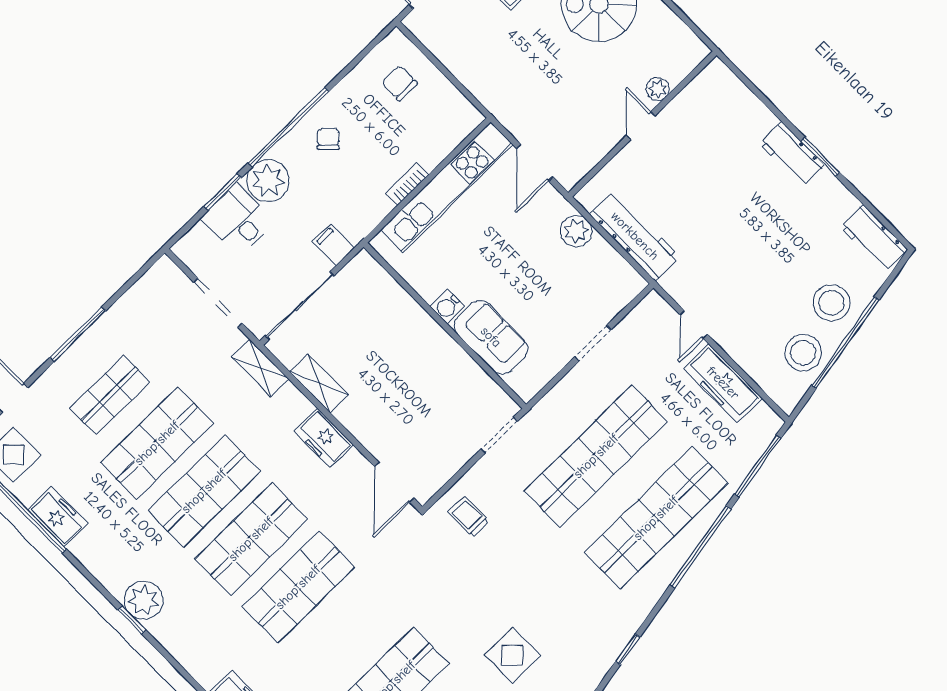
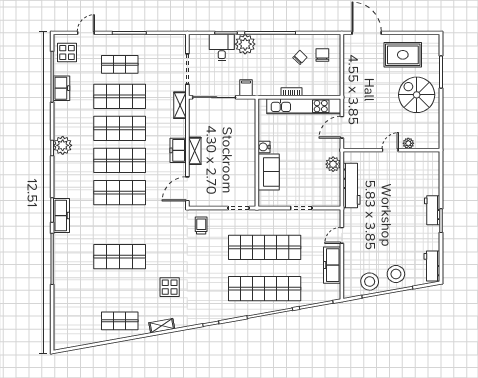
chair: (328, 139) -> (300, 57), moved
shelving: (319, 383) -> (195, 151), moved

